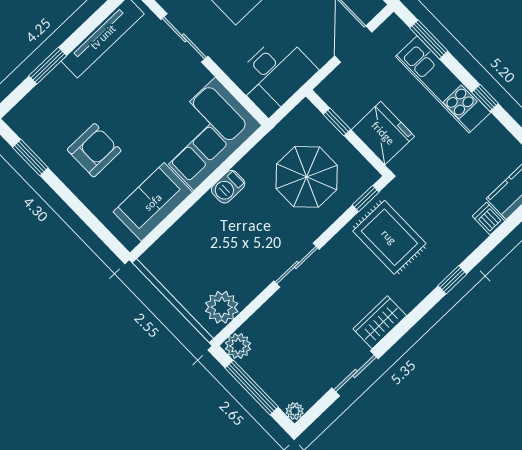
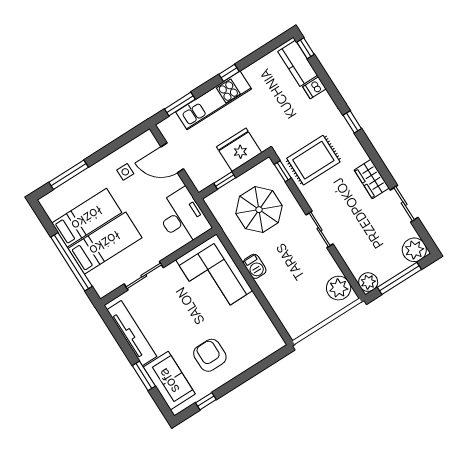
window: (30, 158) -> (206, 401), width x0.67
sofa: (153, 202) -> (169, 381), moved, turned 180
plant: (295, 411) -> (414, 250), width x1.87, depth x1.87

